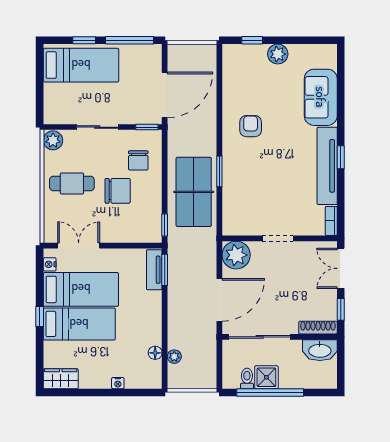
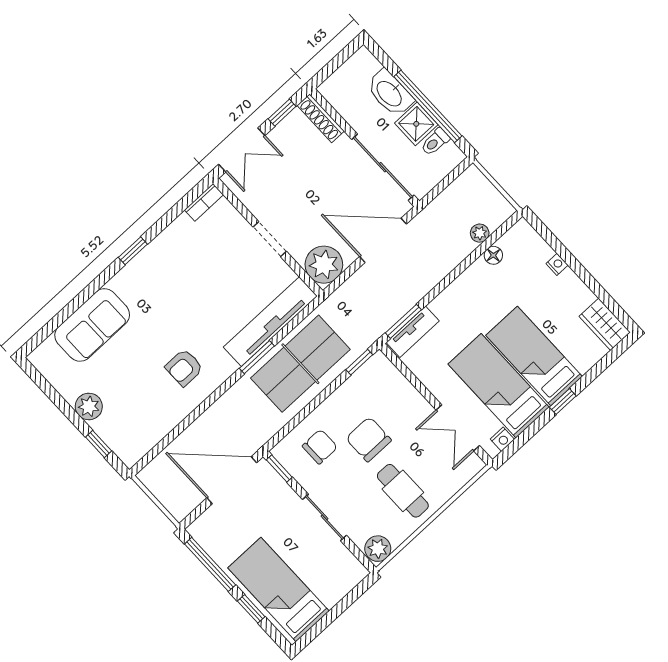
tv unit: (327, 166) -> (270, 322), moved, turned 180
washbasin: (320, 350) -> (390, 93), moved, turned 180

